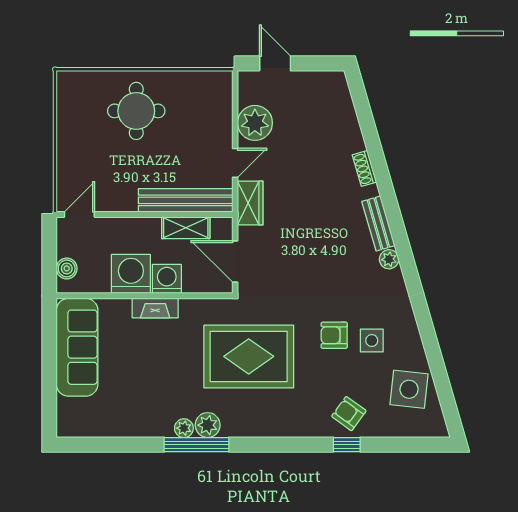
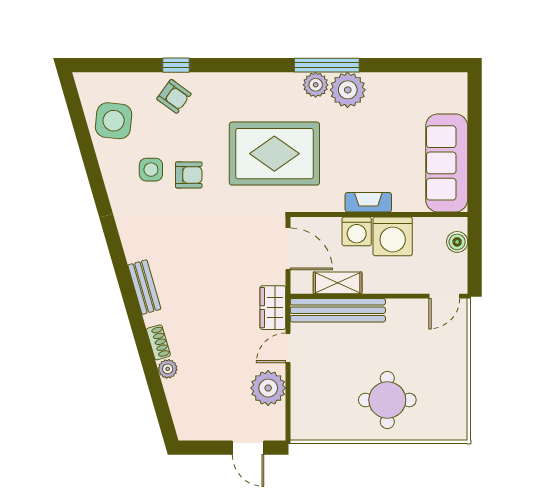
plant: (389, 259) -> (168, 369), moved
plant: (184, 428) -> (348, 90), width x1.88, depth x1.88

